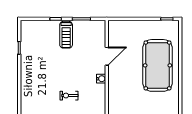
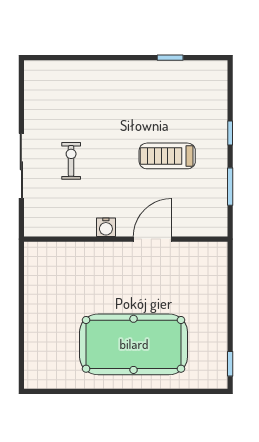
treadmill: (66, 35) -> (167, 156), moved
door: (107, 56) -> (153, 239), swing flipped

